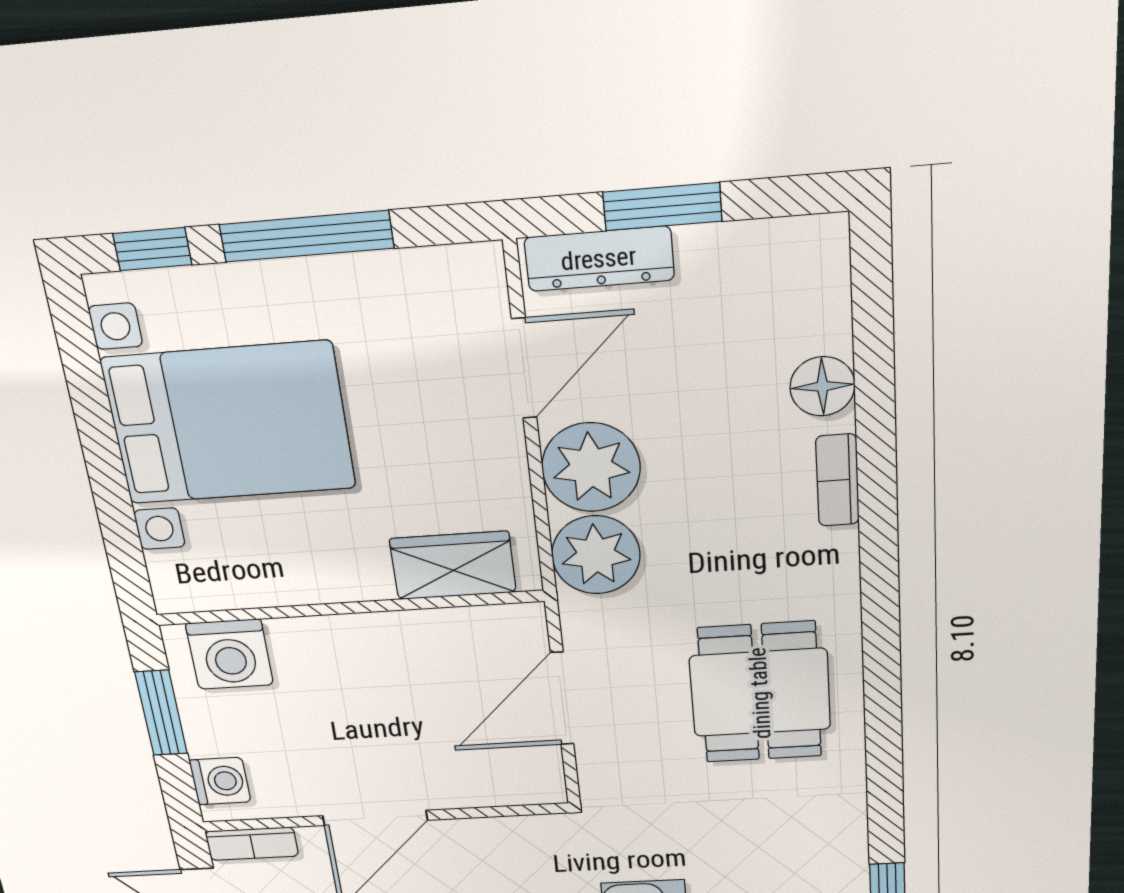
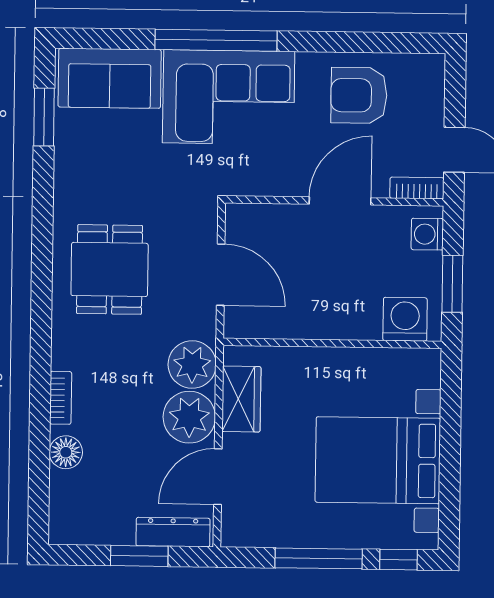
wardrobe: (453, 565) -> (241, 399), moved, turned -90
door: (562, 699) -> (221, 275), hinge flipped

